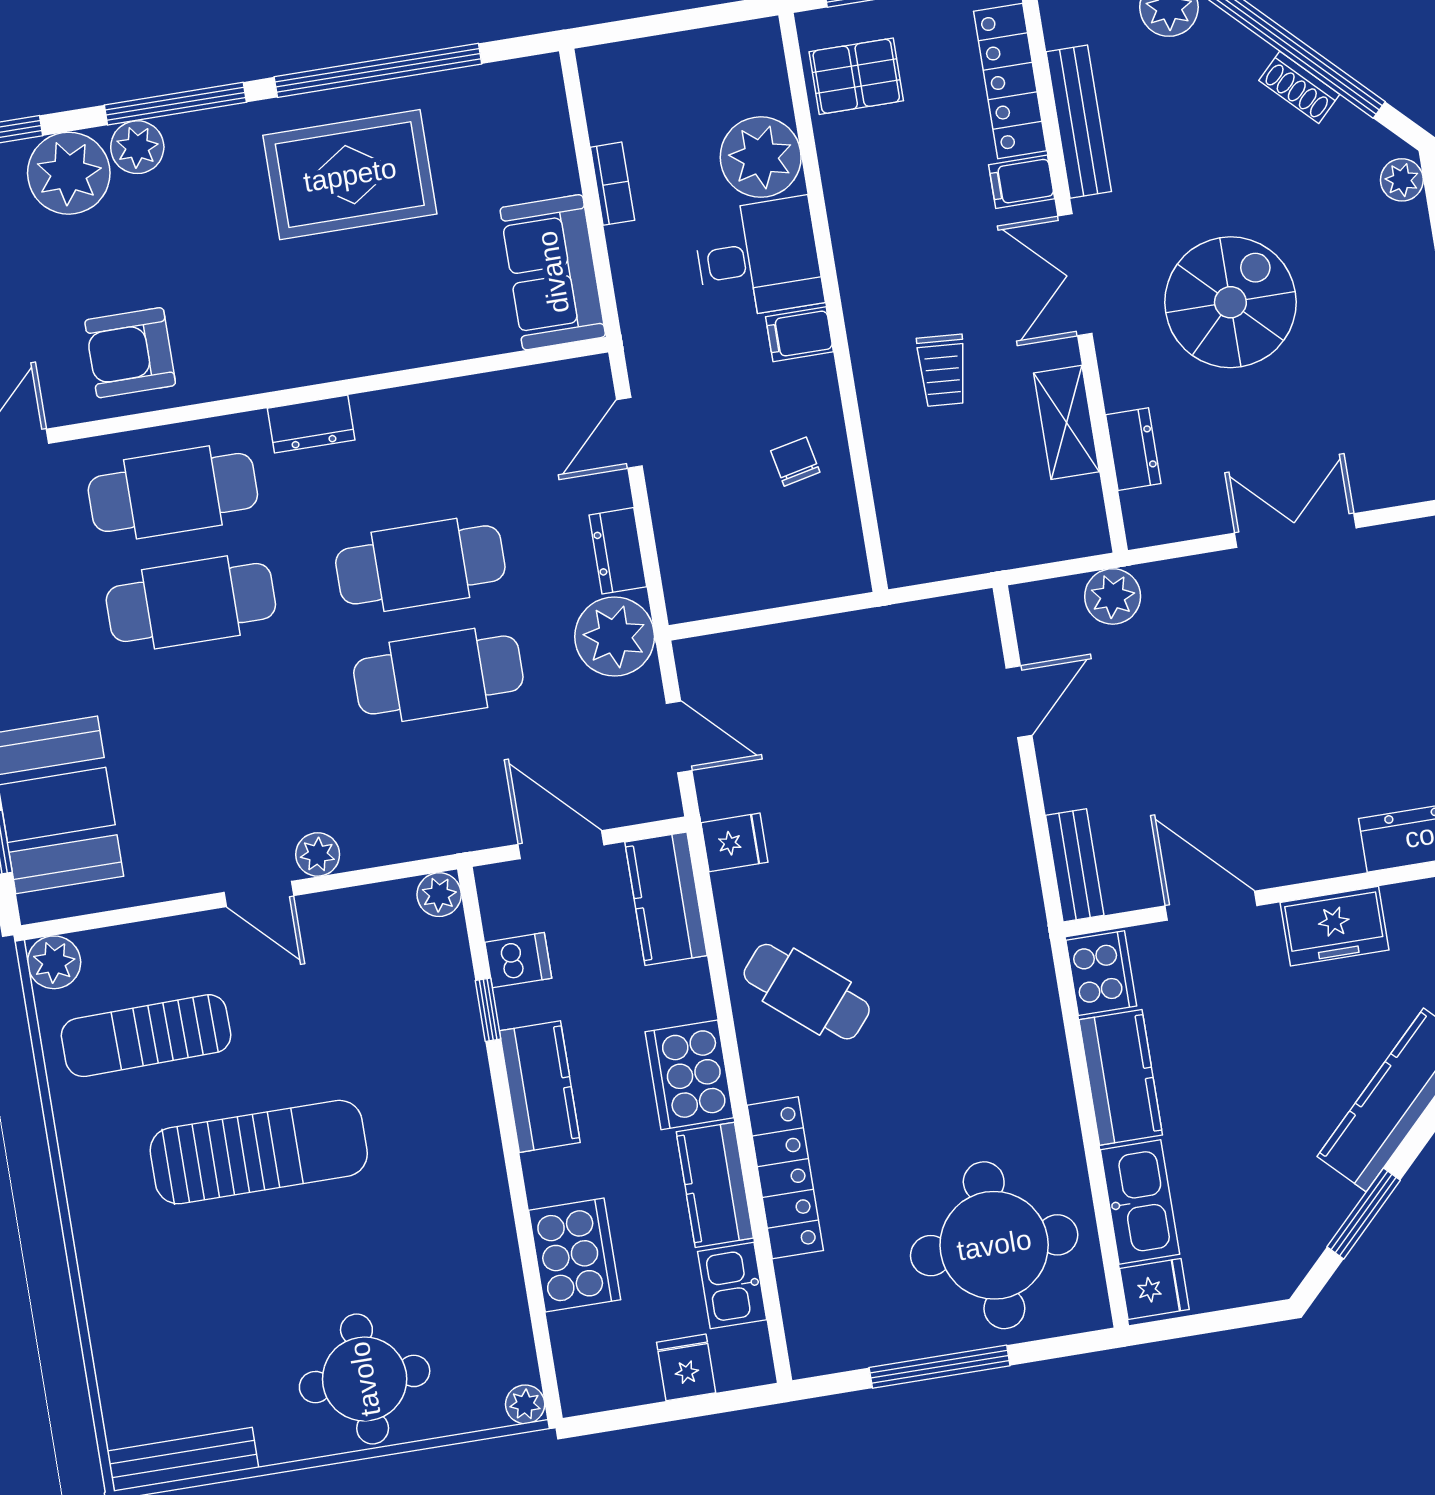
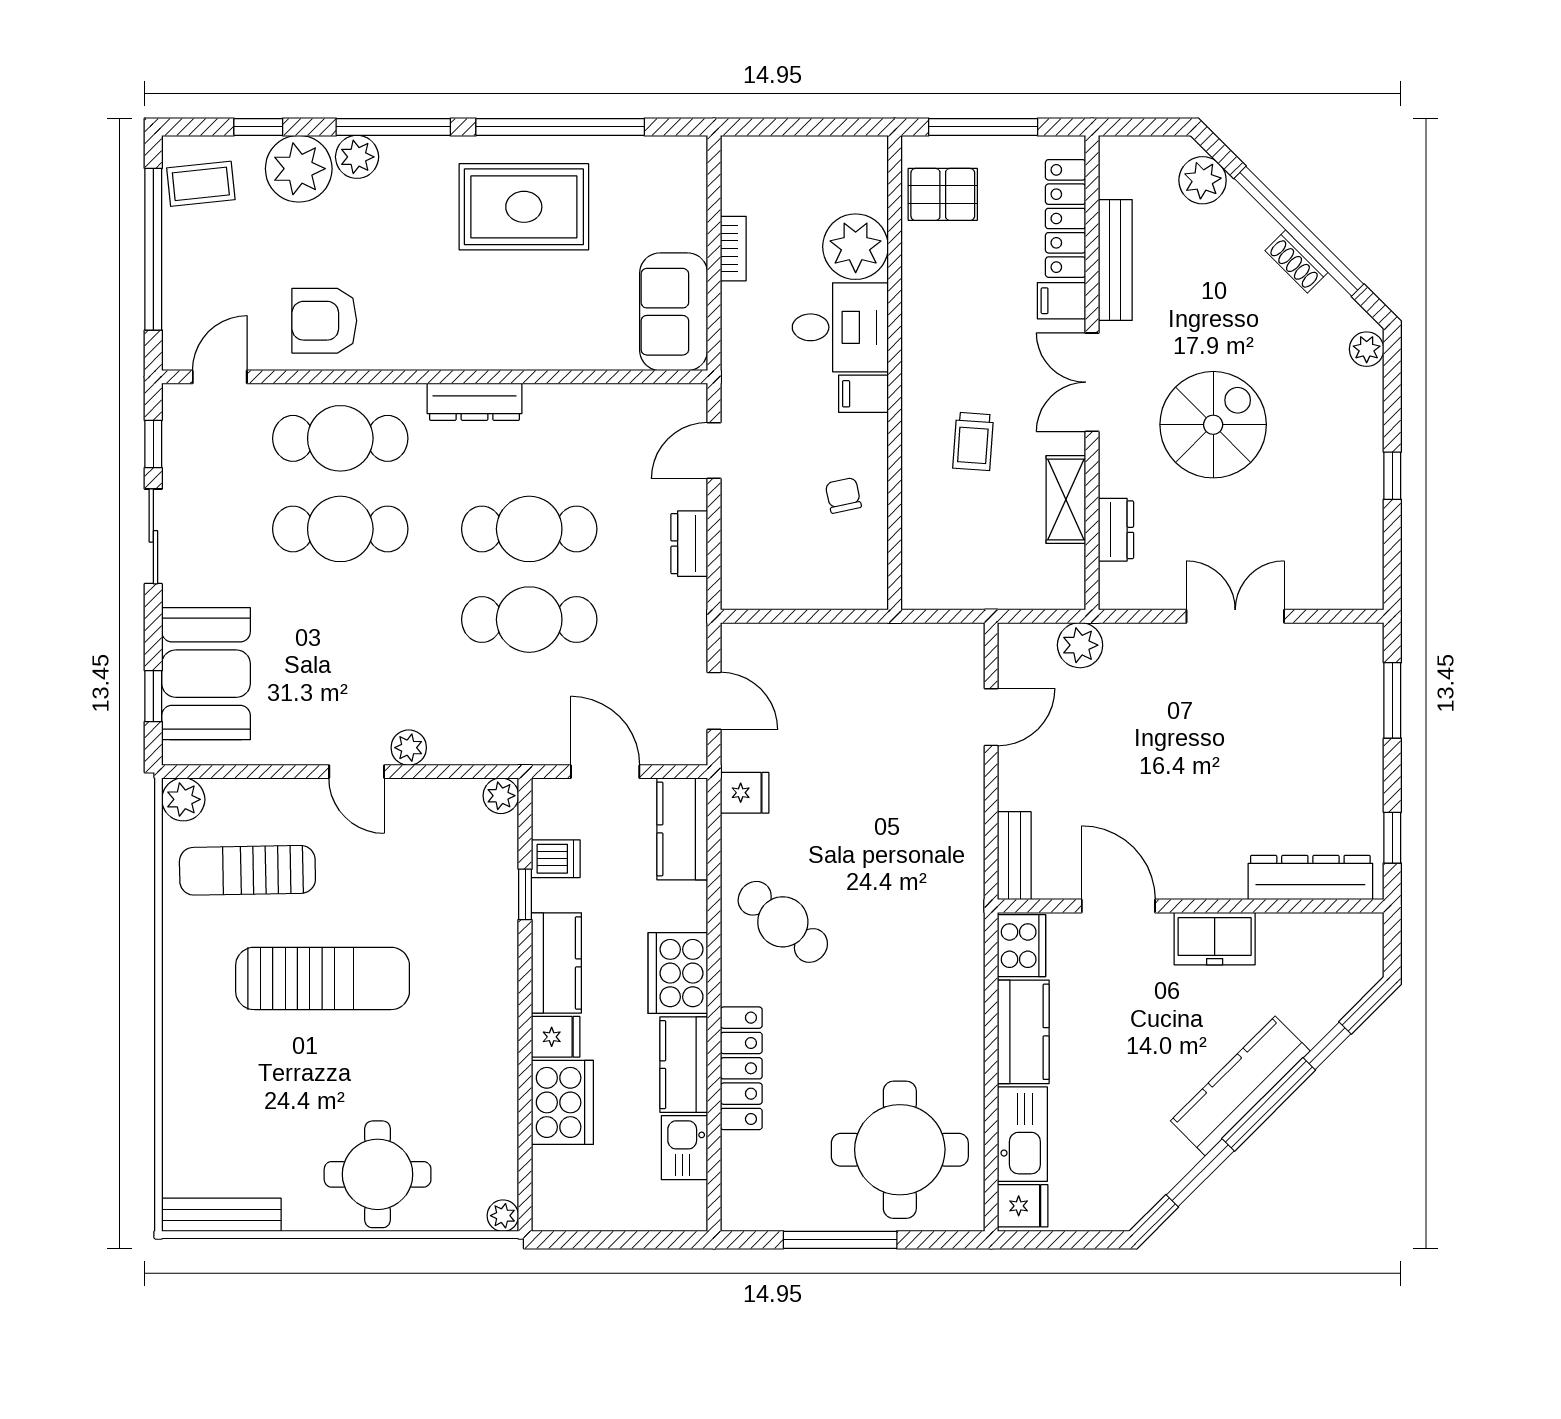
dresser: (311, 424) -> (474, 402), width x1.44
plant: (615, 636) -> (675, 612), removed
fridge: (686, 1367) -> (556, 1037), moved, turned 90

